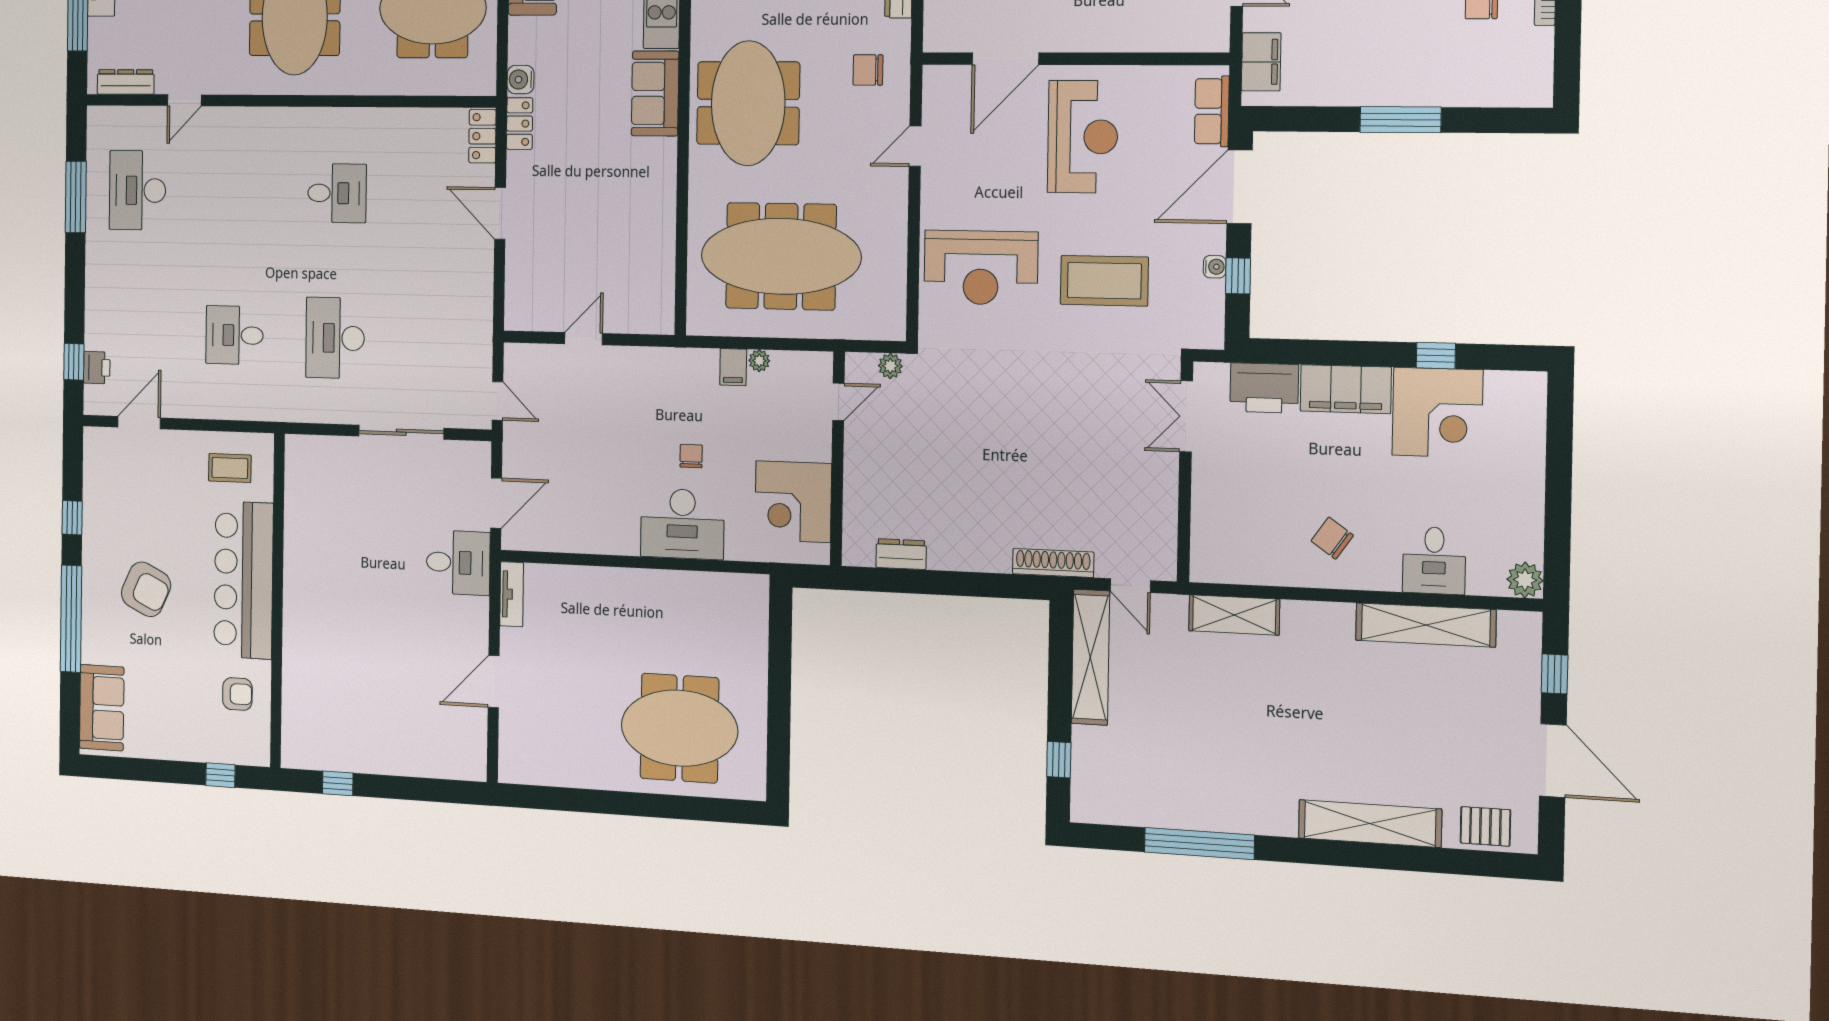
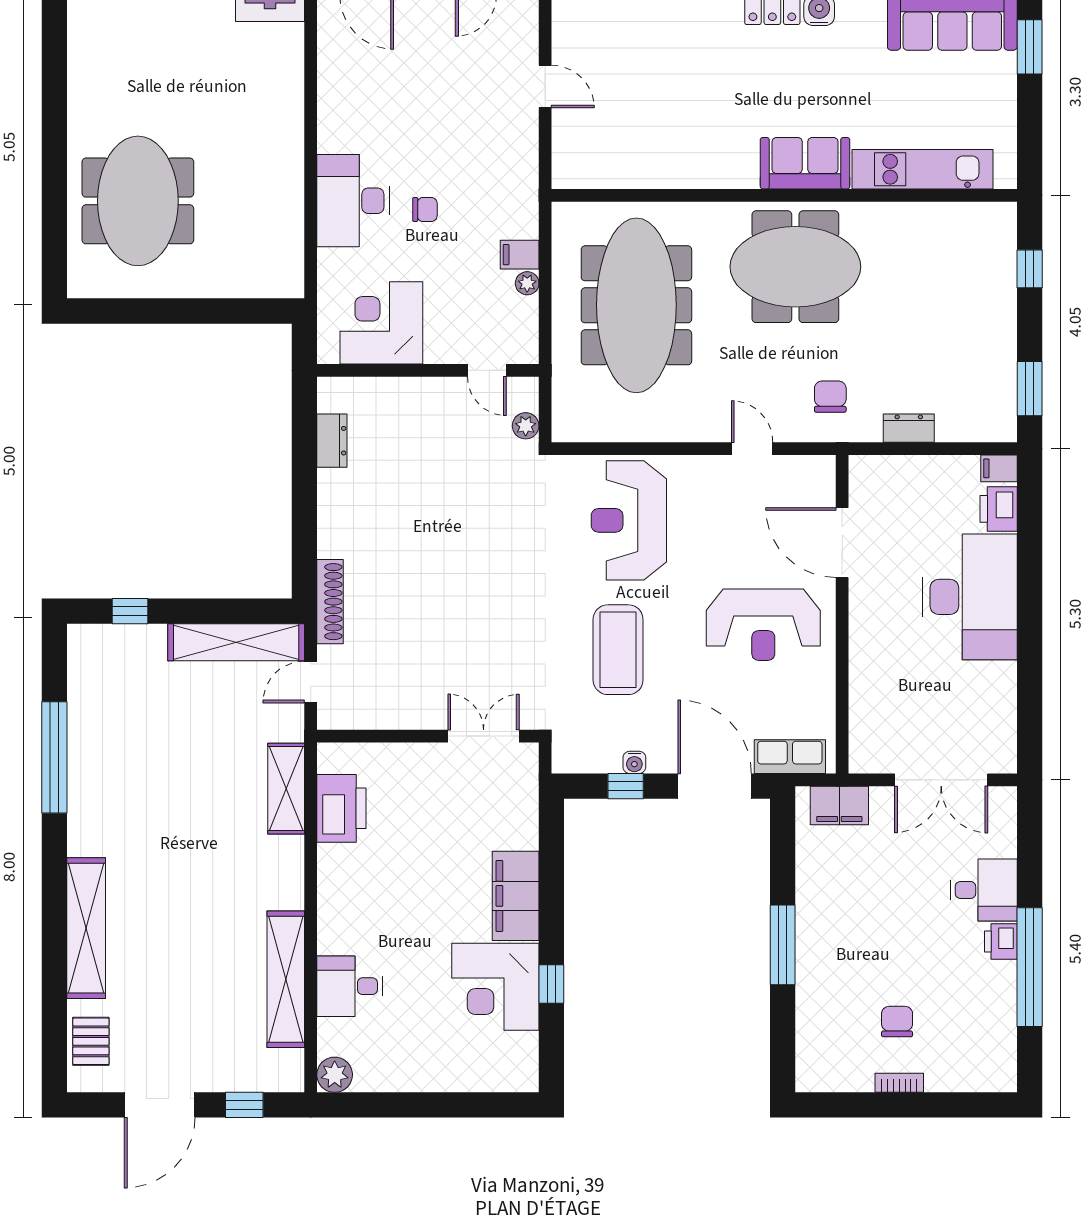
printer: (1264, 388) -> (341, 808), moved, turned 180
chair: (1332, 538) -> (367, 885), removed

